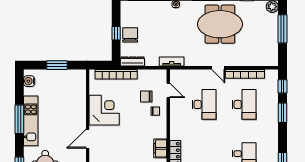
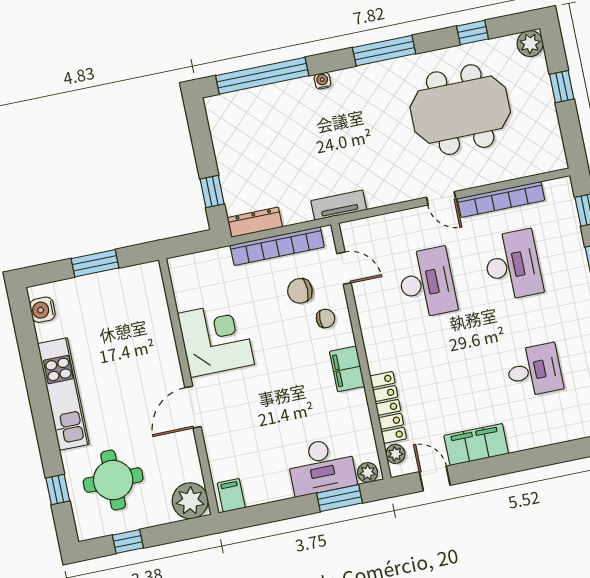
meeting table: (220, 24) -> (460, 110), moved
window: (283, 29) -> (562, 87), width x0.46
window: (116, 33) -> (212, 192), moved
chair: (130, 35) -> (238, 166), removed
bookcase: (116, 74) -> (277, 246), moved
window: (19, 119) -> (38, 396), removed
filing cabinet: (160, 148) -> (347, 369), moved

